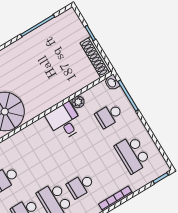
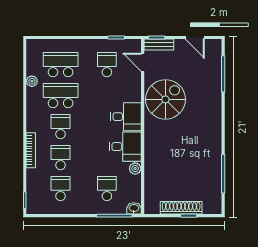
shoe rack: (96, 57) -> (181, 208), moved
desk: (39, 136) -> (126, 117), added
school desk: (133, 154) -> (61, 189), width x0.54
school desk: (107, 170) -> (61, 158), added

